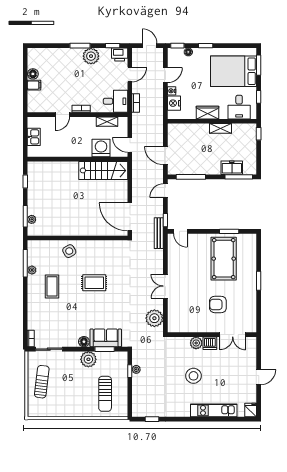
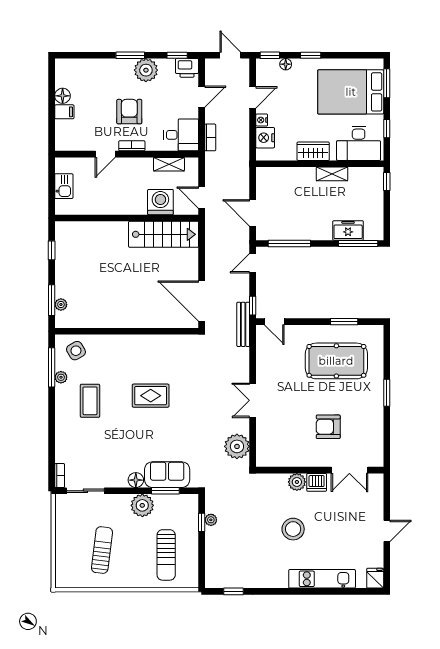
armchair: (79, 85) -> (129, 112), added
desk: (239, 107) -> (359, 143), width x1.37
side table: (69, 251) -> (76, 351), moved
pool table: (224, 259) -> (336, 361), turned 90
sun lounger: (42, 382) -> (102, 550), moved

